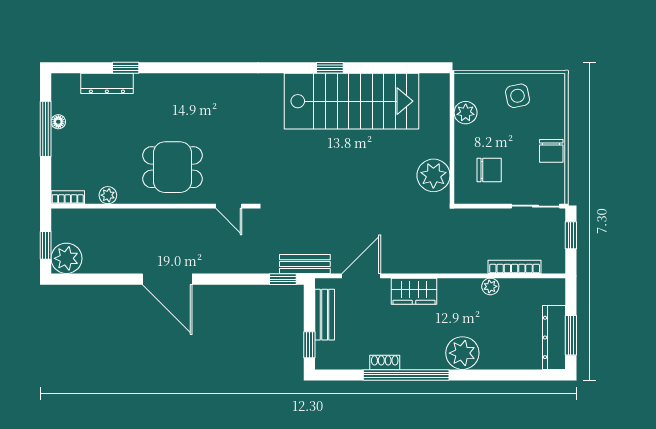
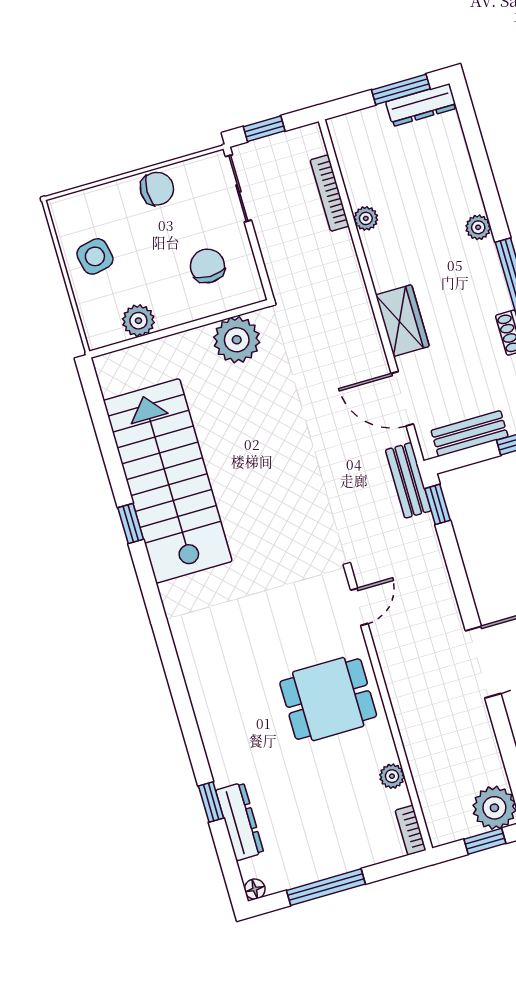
floor lamp: (58, 122) -> (255, 889), moved
dining table: (172, 167) -> (328, 699), turned 90
dresser: (554, 337) -> (421, 105), width x0.73, depth x0.80
plant: (462, 353) -> (478, 227), width x0.53, depth x0.53

